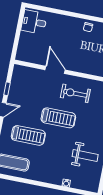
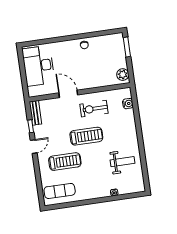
desk: (34, 22) -> (38, 66), width x1.87, depth x1.30
bench: (16, 77) -> (35, 113), added

